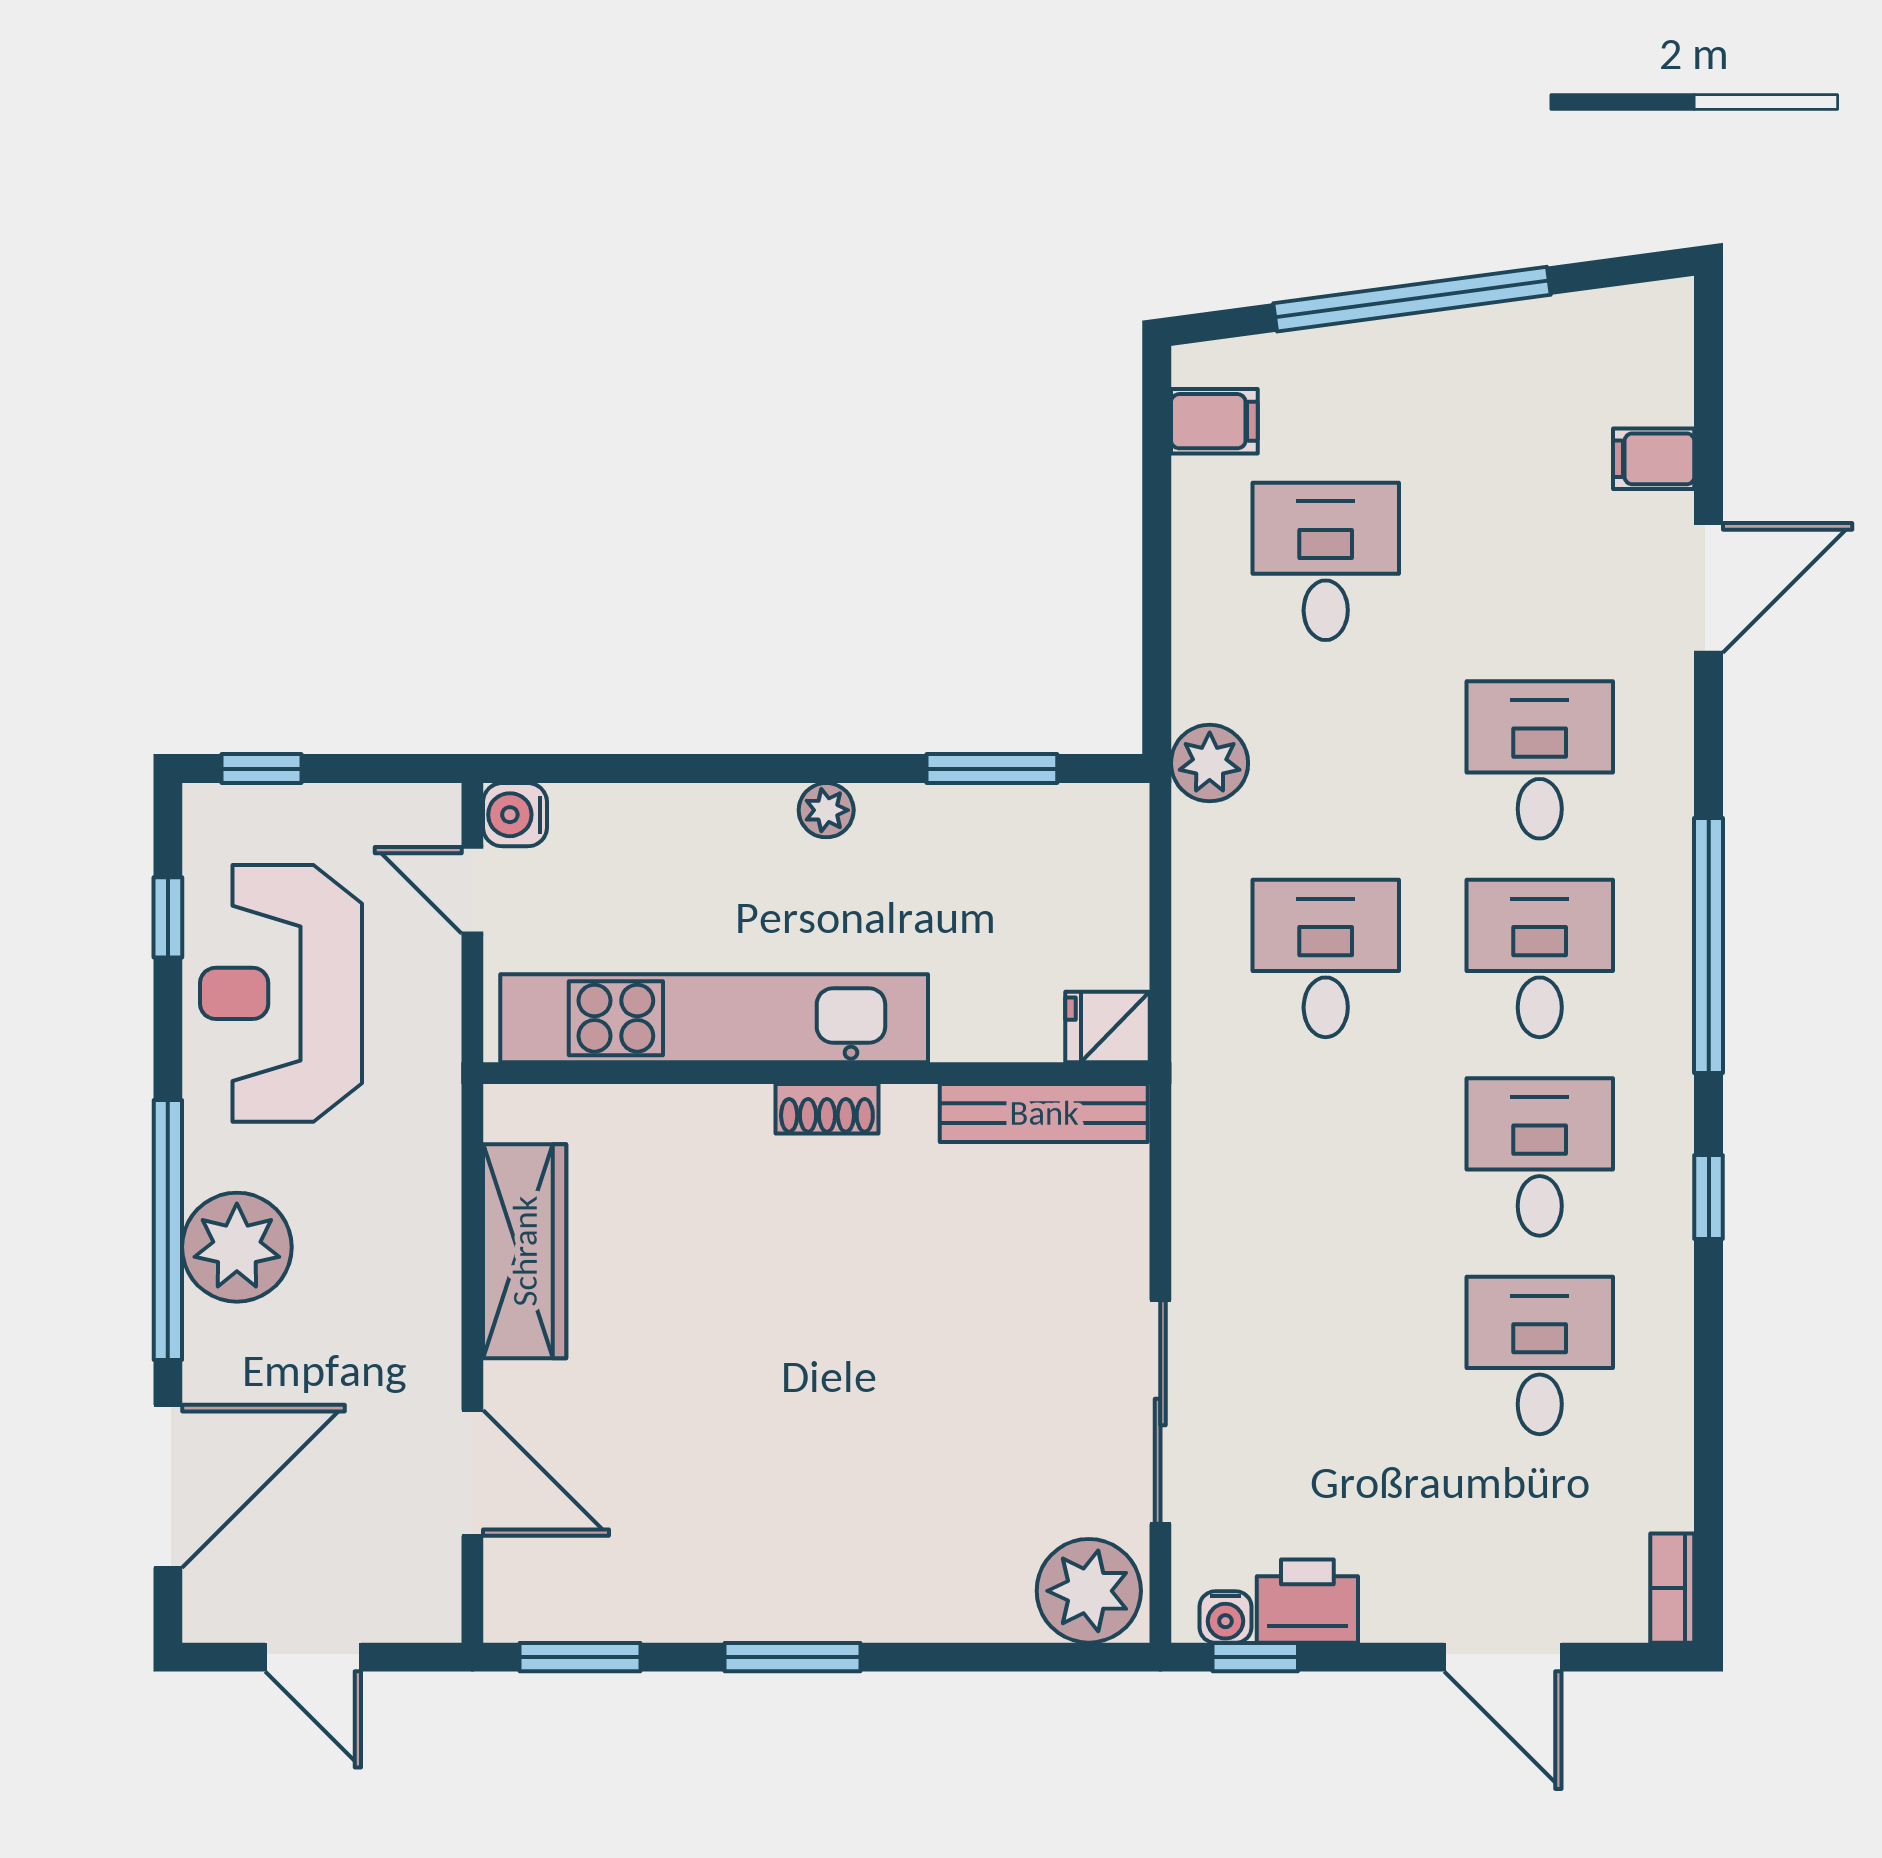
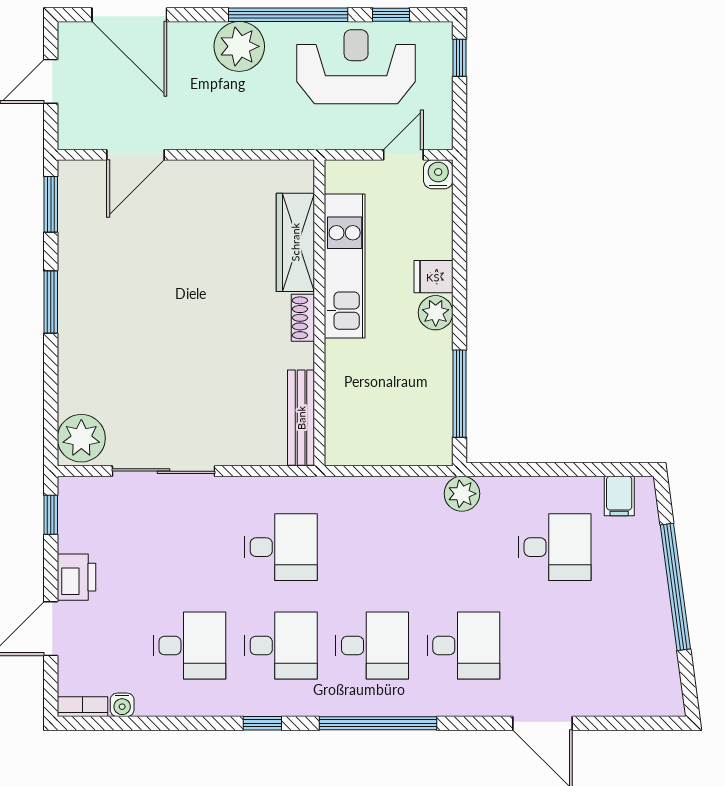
filing cabinet: (1654, 459) -> (602, 698), removed
window: (992, 769) -> (459, 394), width x1.44
plant: (826, 810) -> (436, 313), width x1.38, depth x1.38
desk: (1326, 958) -> (281, 547), moved
kitchen unit: (714, 1018) -> (345, 266), width x0.73
fridge: (1108, 1027) -> (433, 277), moved, turned -90
window: (168, 1230) -> (288, 15), moved
wardrobe: (525, 1251) -> (295, 242), moved, turned 90
printer: (1307, 1601) -> (77, 577), moved
water cooler: (1225, 1617) -> (122, 705), moved, turned -90

